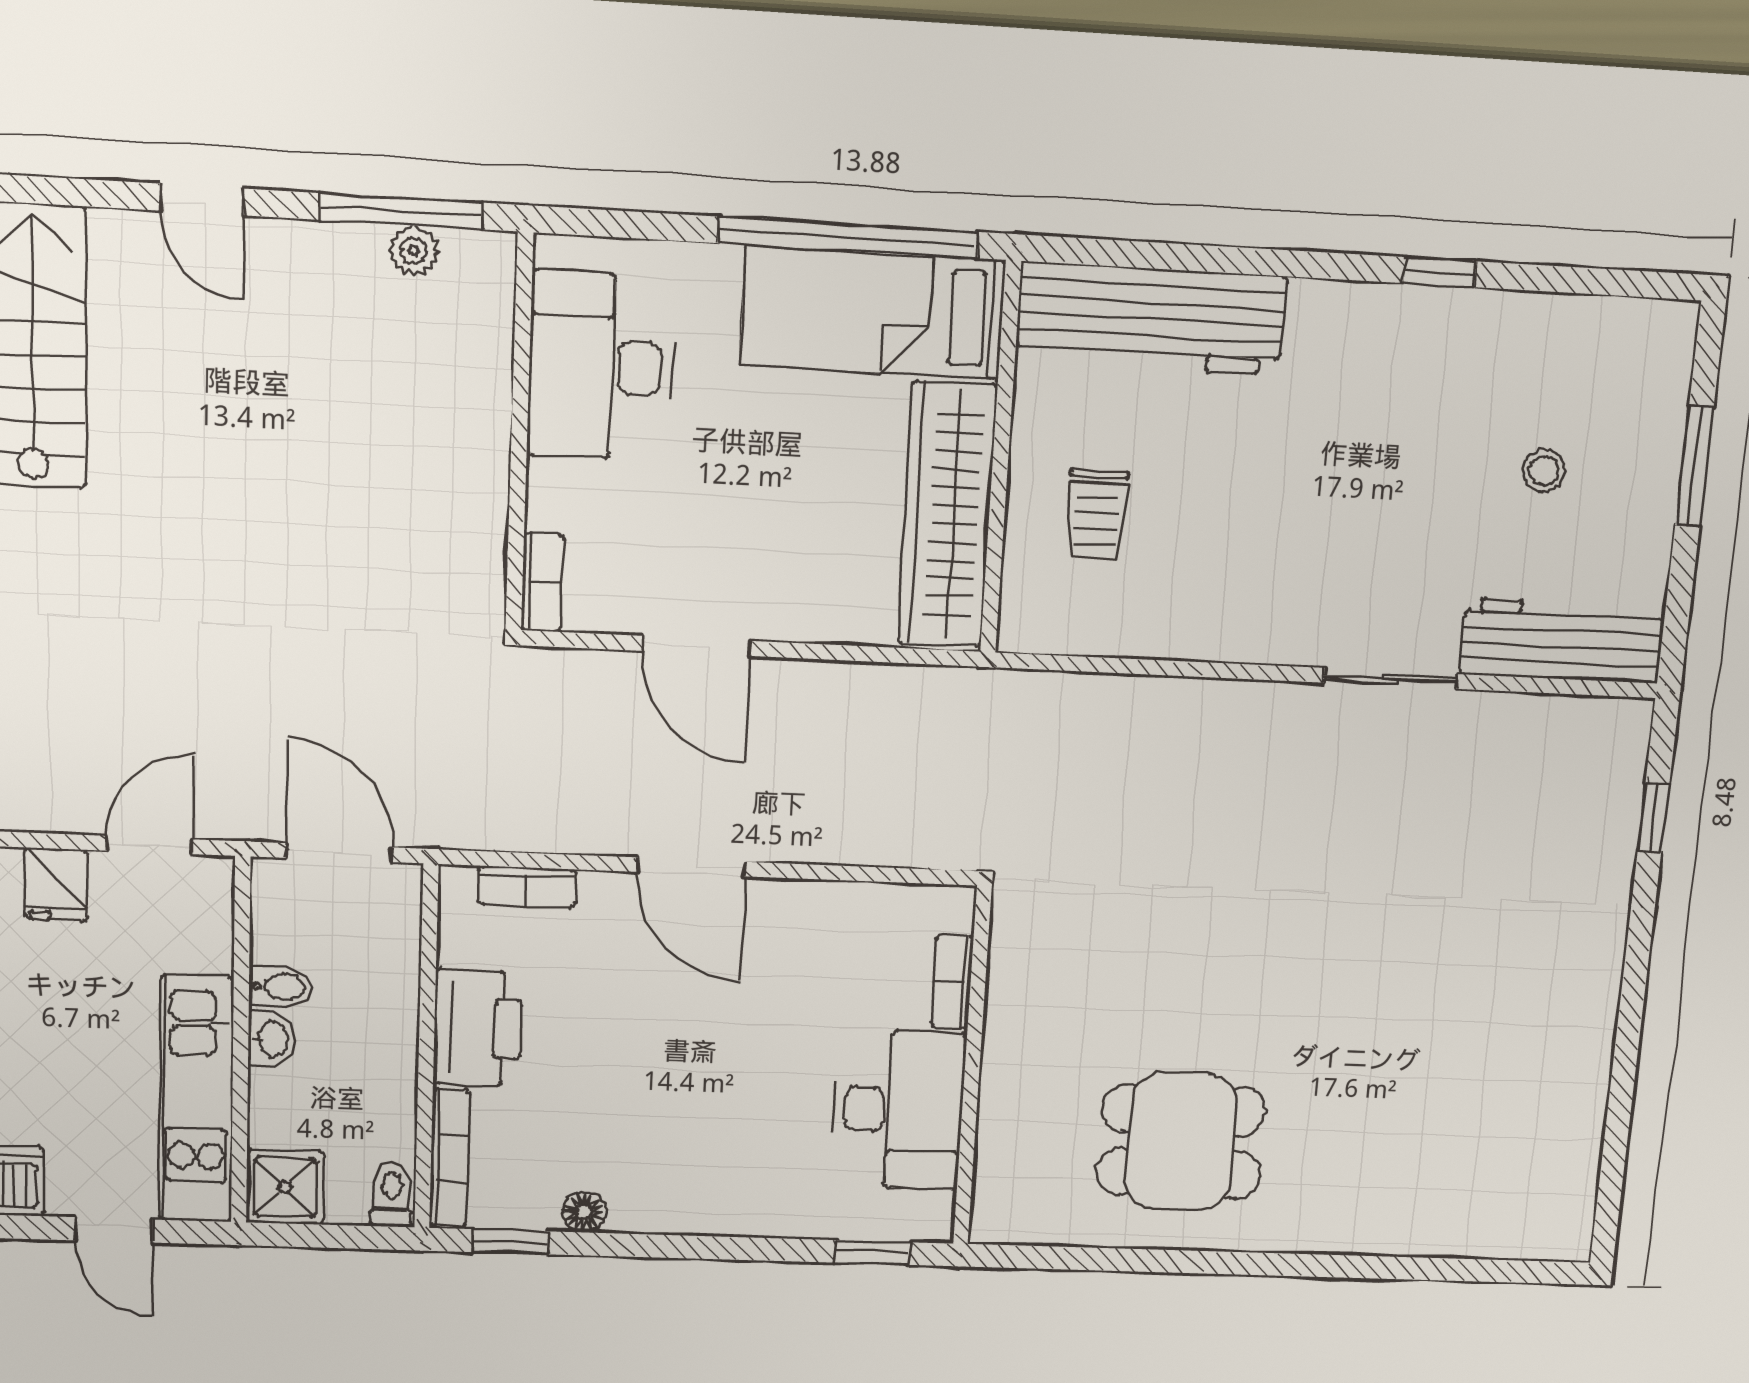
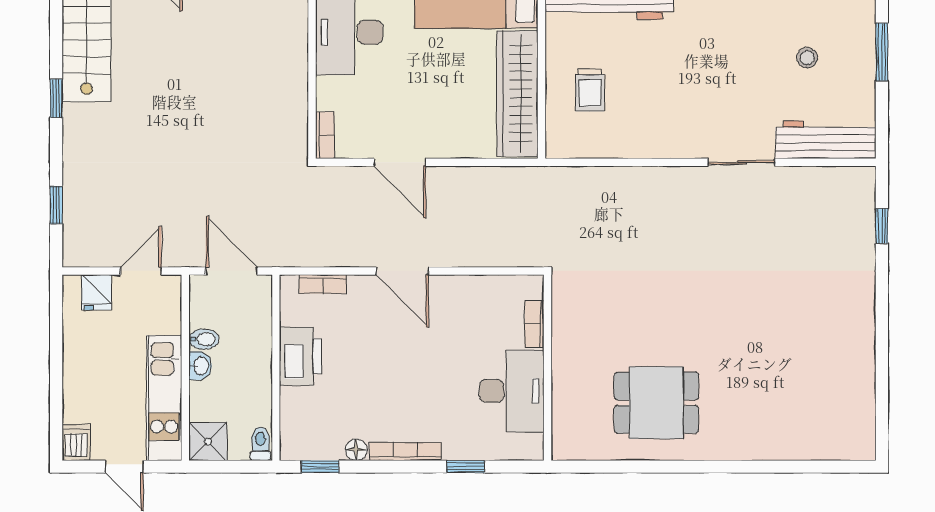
bookcase: (449, 1158) -> (405, 451), moved, turned -90
window: (873, 1252) -> (466, 467), moved

